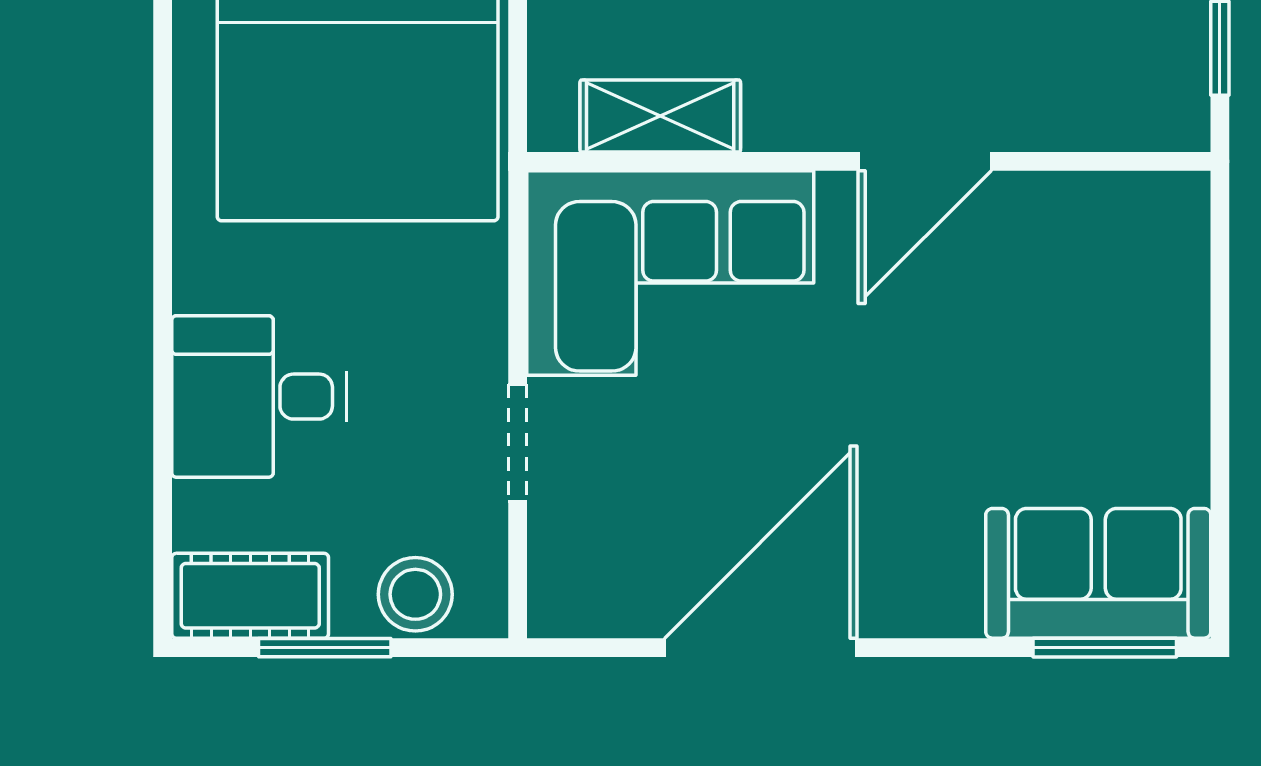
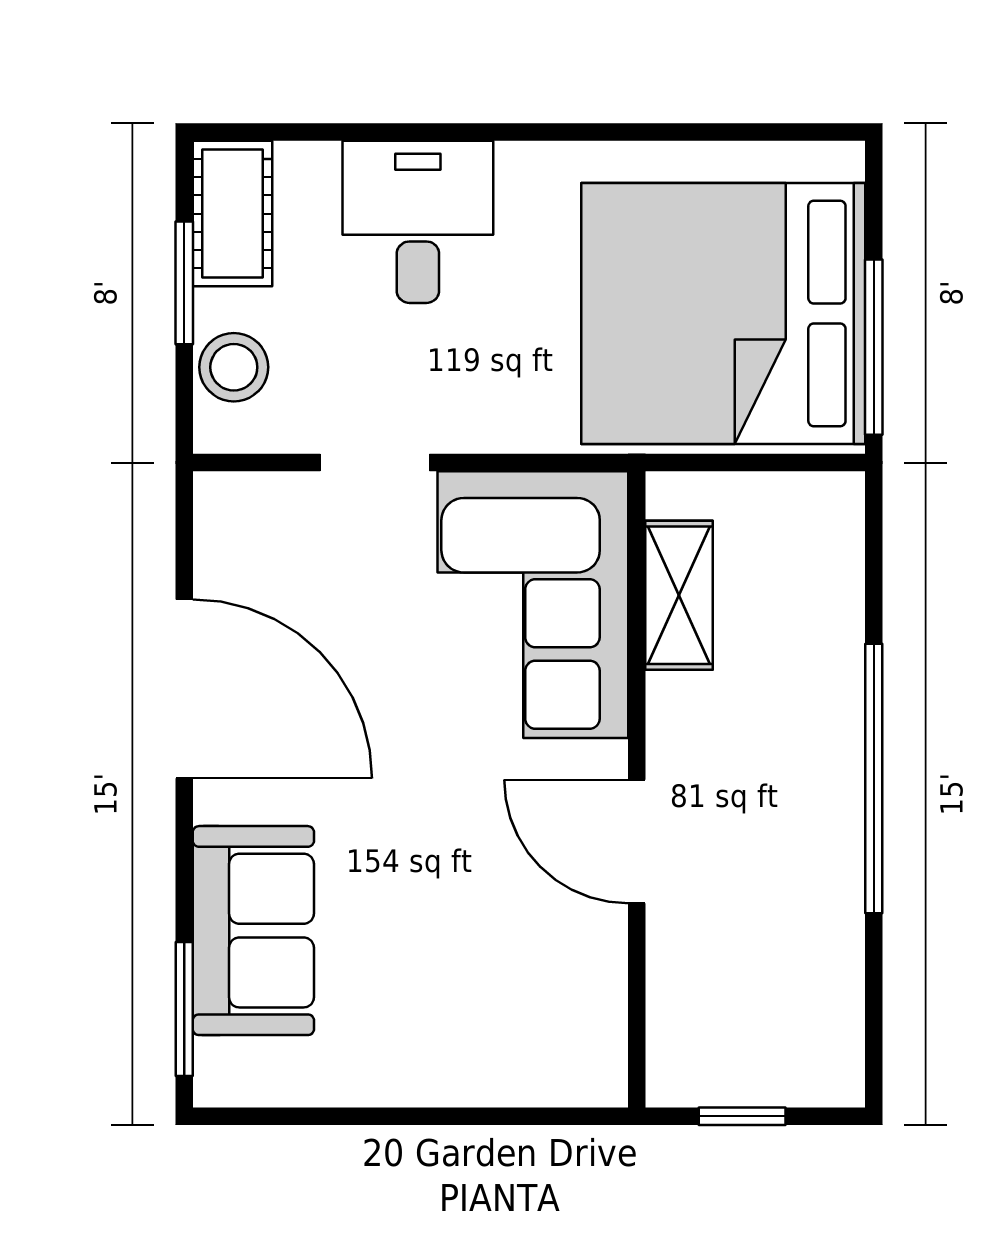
sofa: (1098, 573) -> (253, 931), moved

